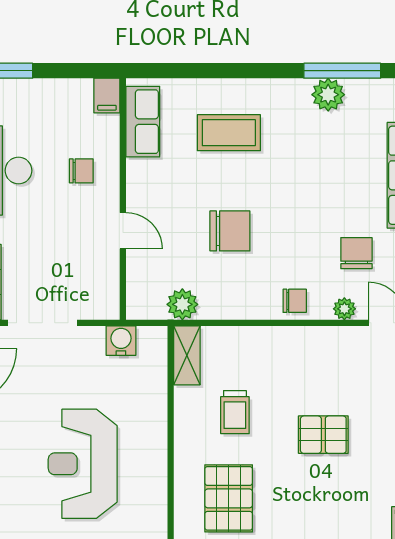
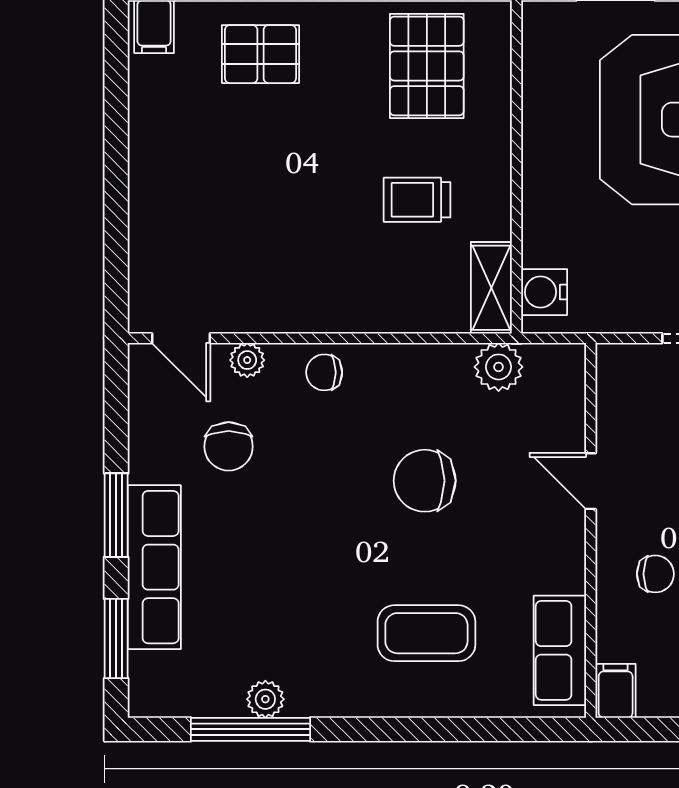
plant: (328, 95) -> (265, 699), width x0.73, depth x0.73
chair: (81, 171) -> (655, 574), turned 180
water cooler: (121, 341) -> (544, 292), moved, turned 90
trolley: (235, 412) -> (417, 200), turned -90
pallet: (323, 435) -> (260, 54), moved

